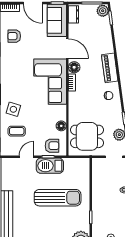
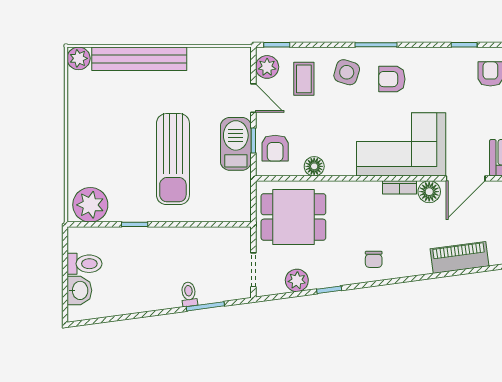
piano: (110, 68) -> (459, 257), moved
armchair: (17, 86) -> (392, 79), added
dining table: (87, 136) -> (293, 217), turned 90
plant: (11, 150) -> (267, 67), added

